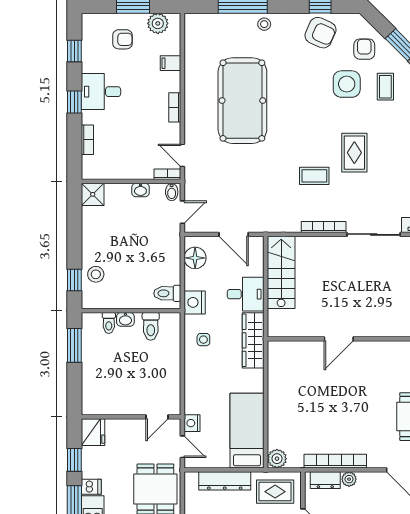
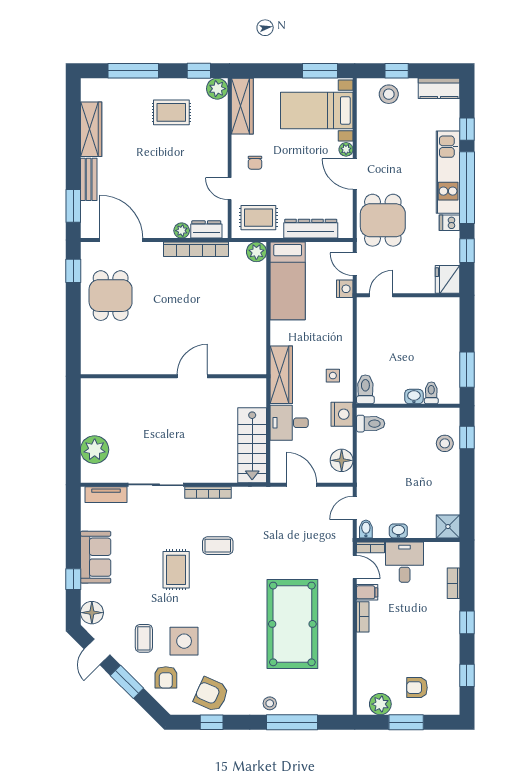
filing cabinet: (171, 63) -> (367, 592), moved
desk: (101, 92) -> (405, 562), moved, turned -90
toilet: (151, 326) -> (365, 389), moved

